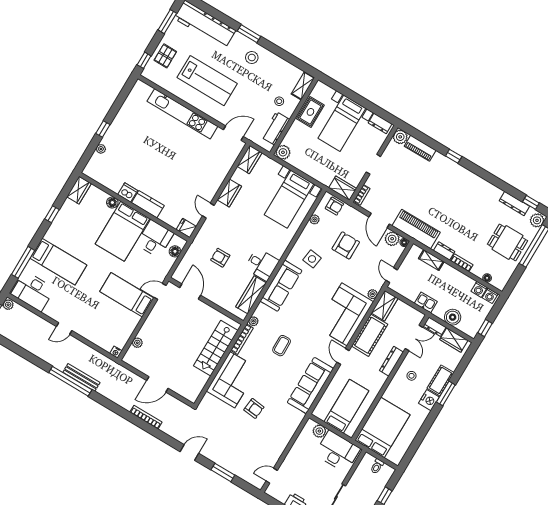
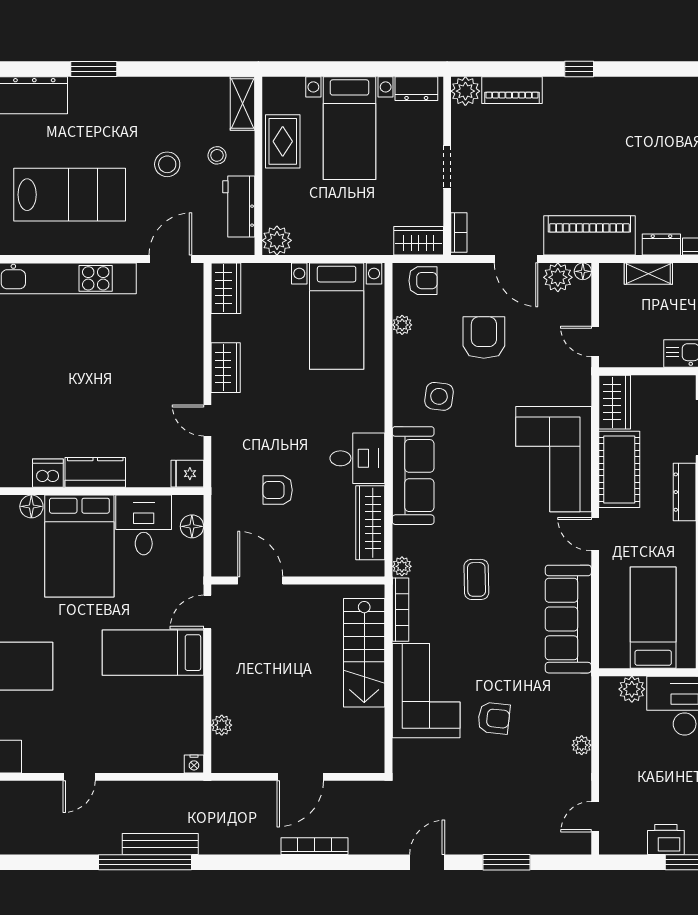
stool: (252, 57) -> (167, 164), moved
plant: (373, 294) -> (582, 745), moved

